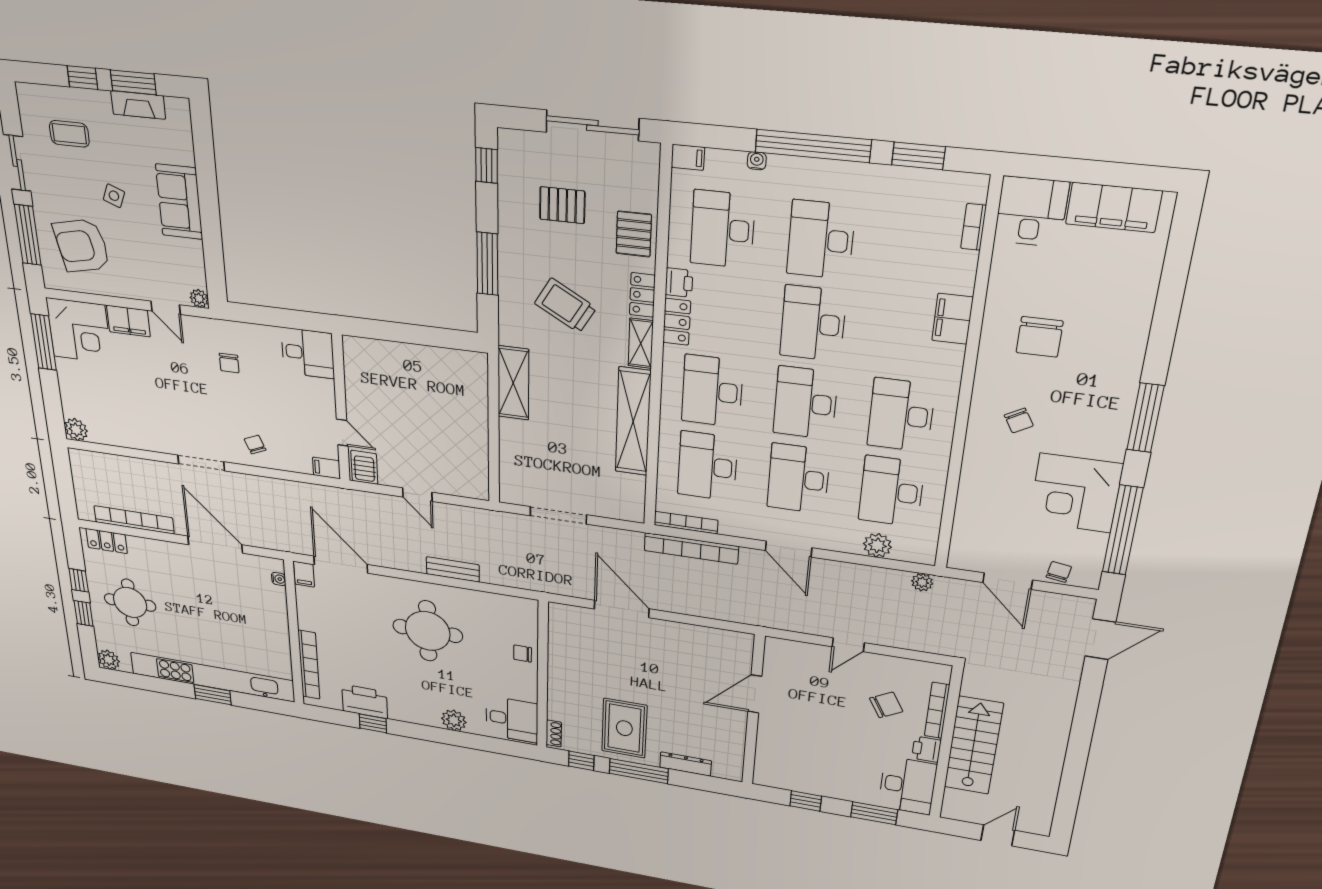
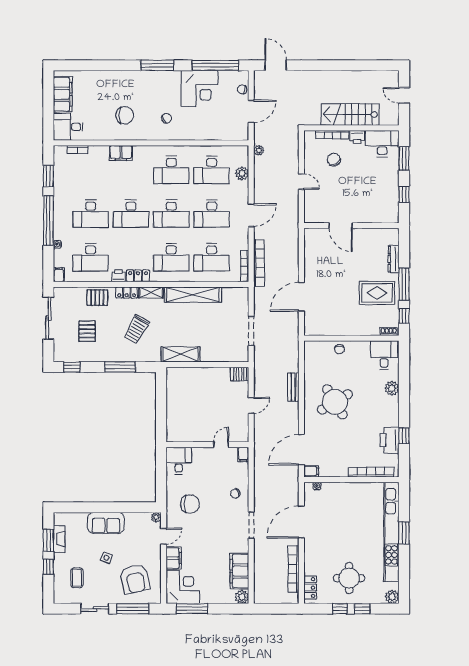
chair: (229, 363) -> (190, 504), width x1.87, depth x1.87
filing cabinet: (120, 432) -> (239, 571), added
server rack: (364, 467) -> (240, 374), moved
round table: (428, 631) -> (335, 402), turned -31

